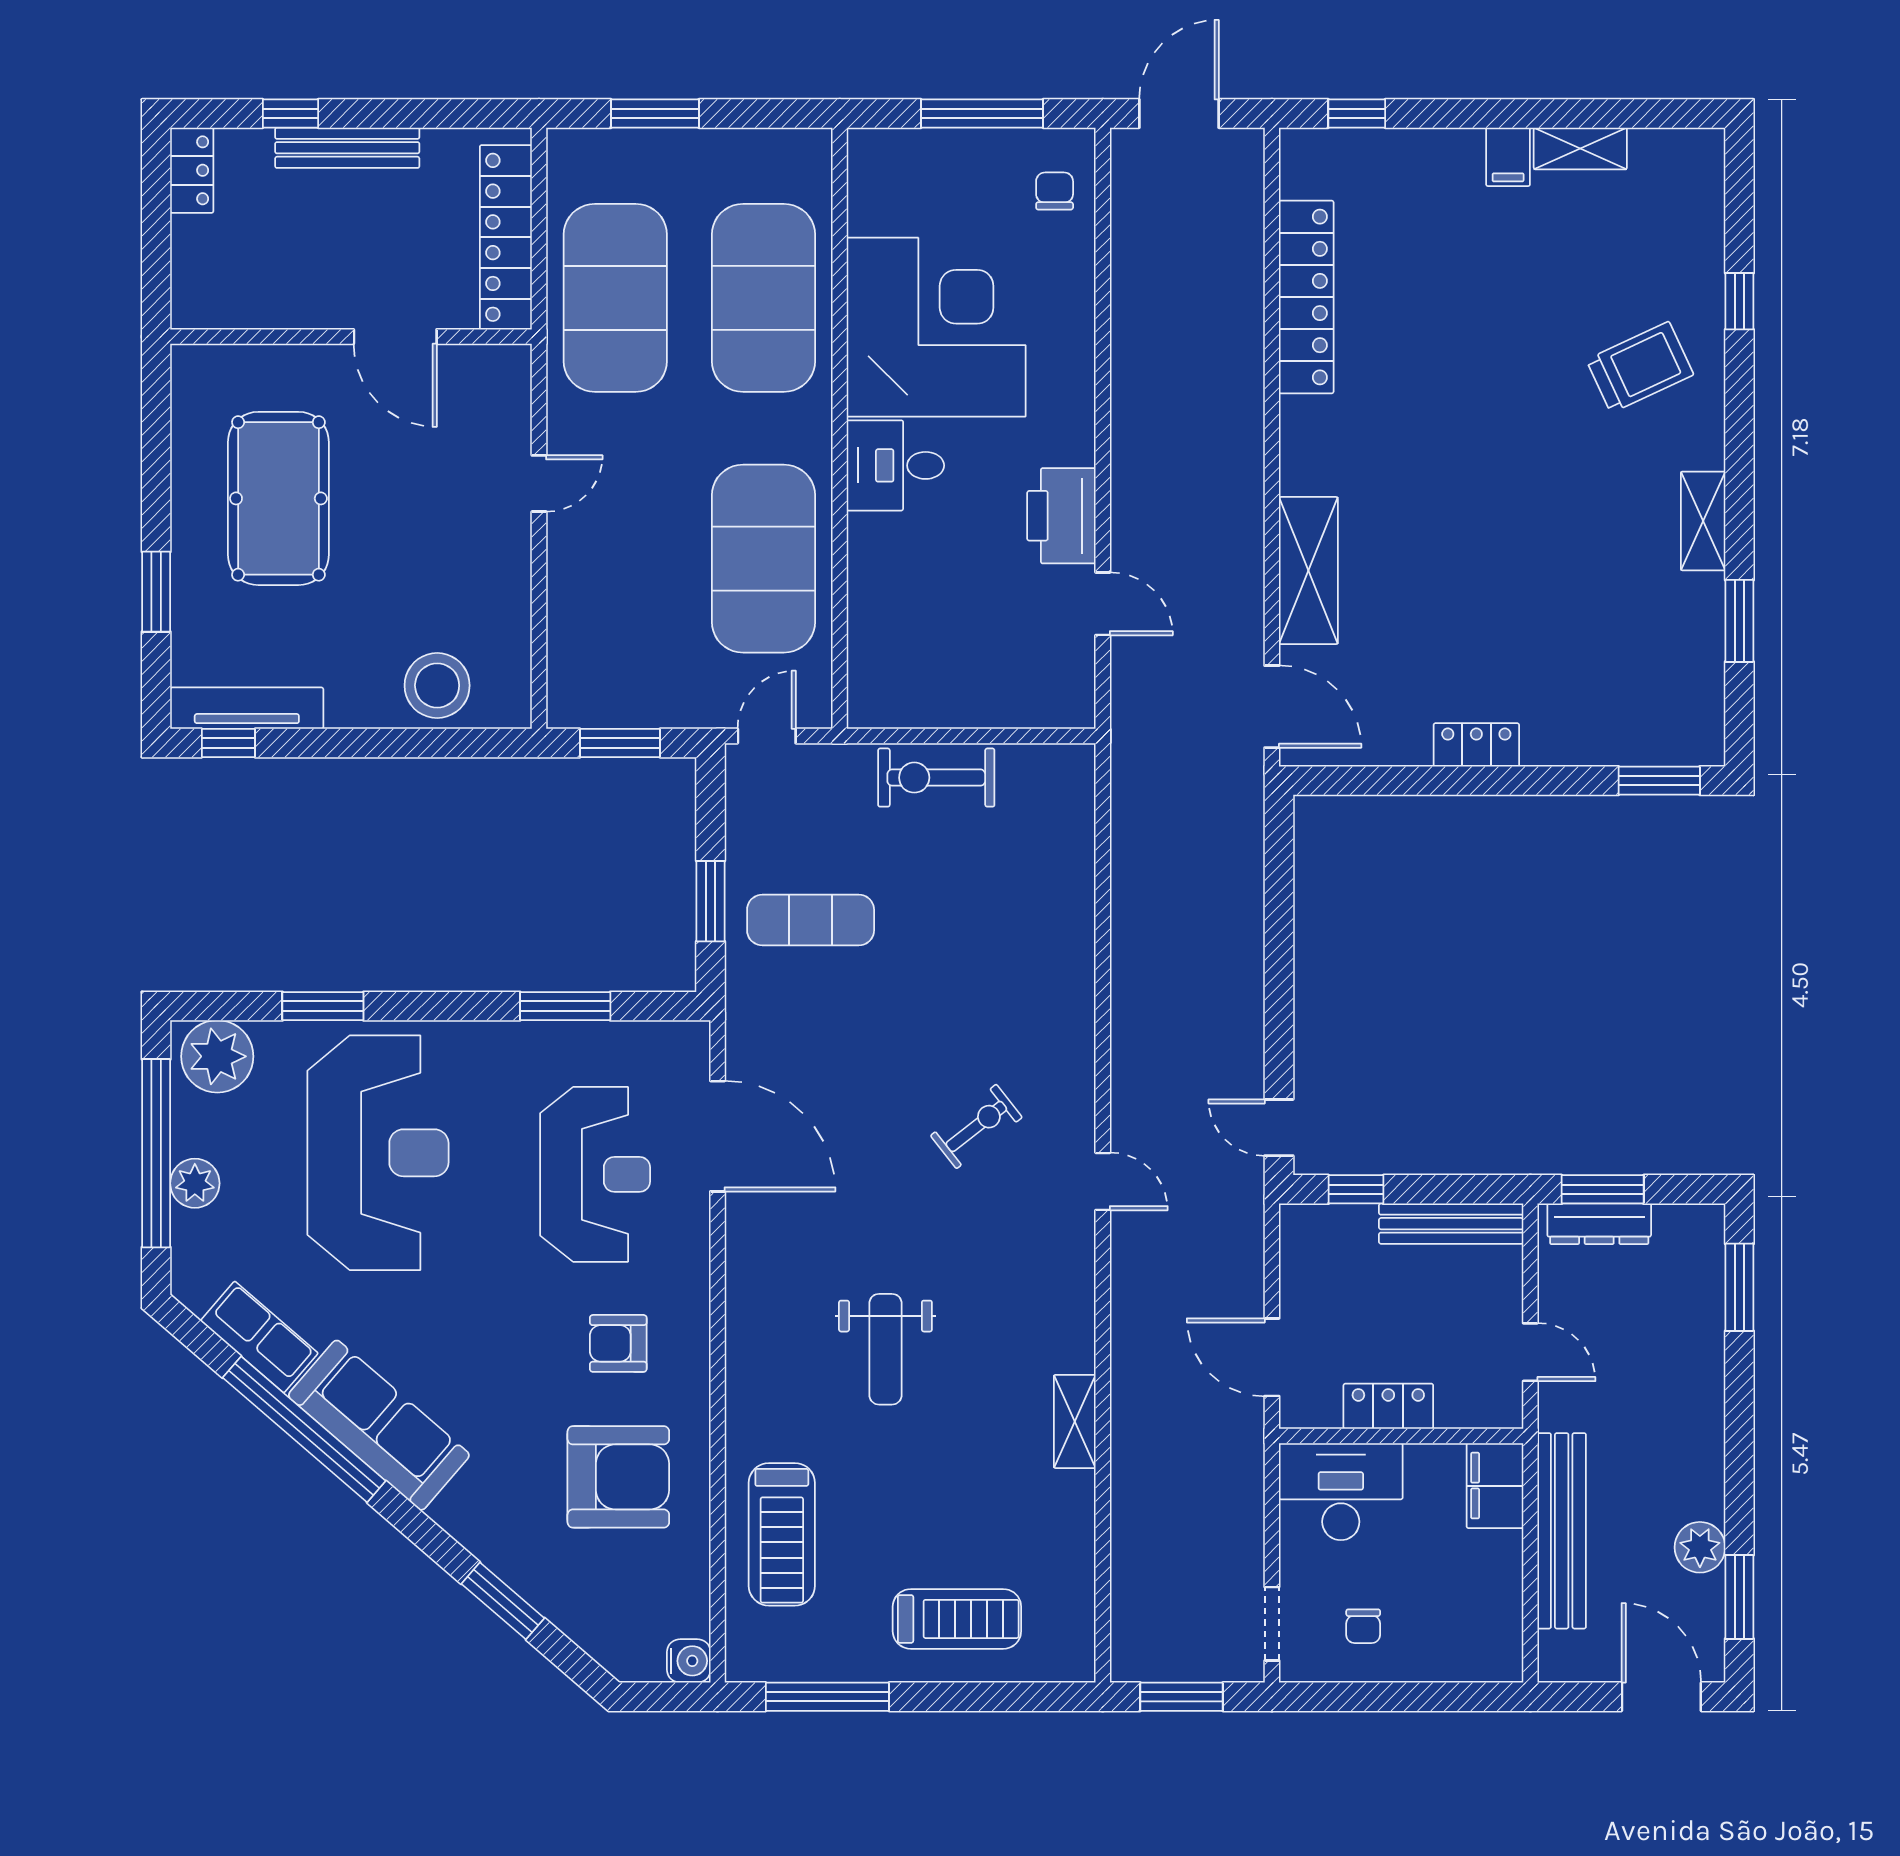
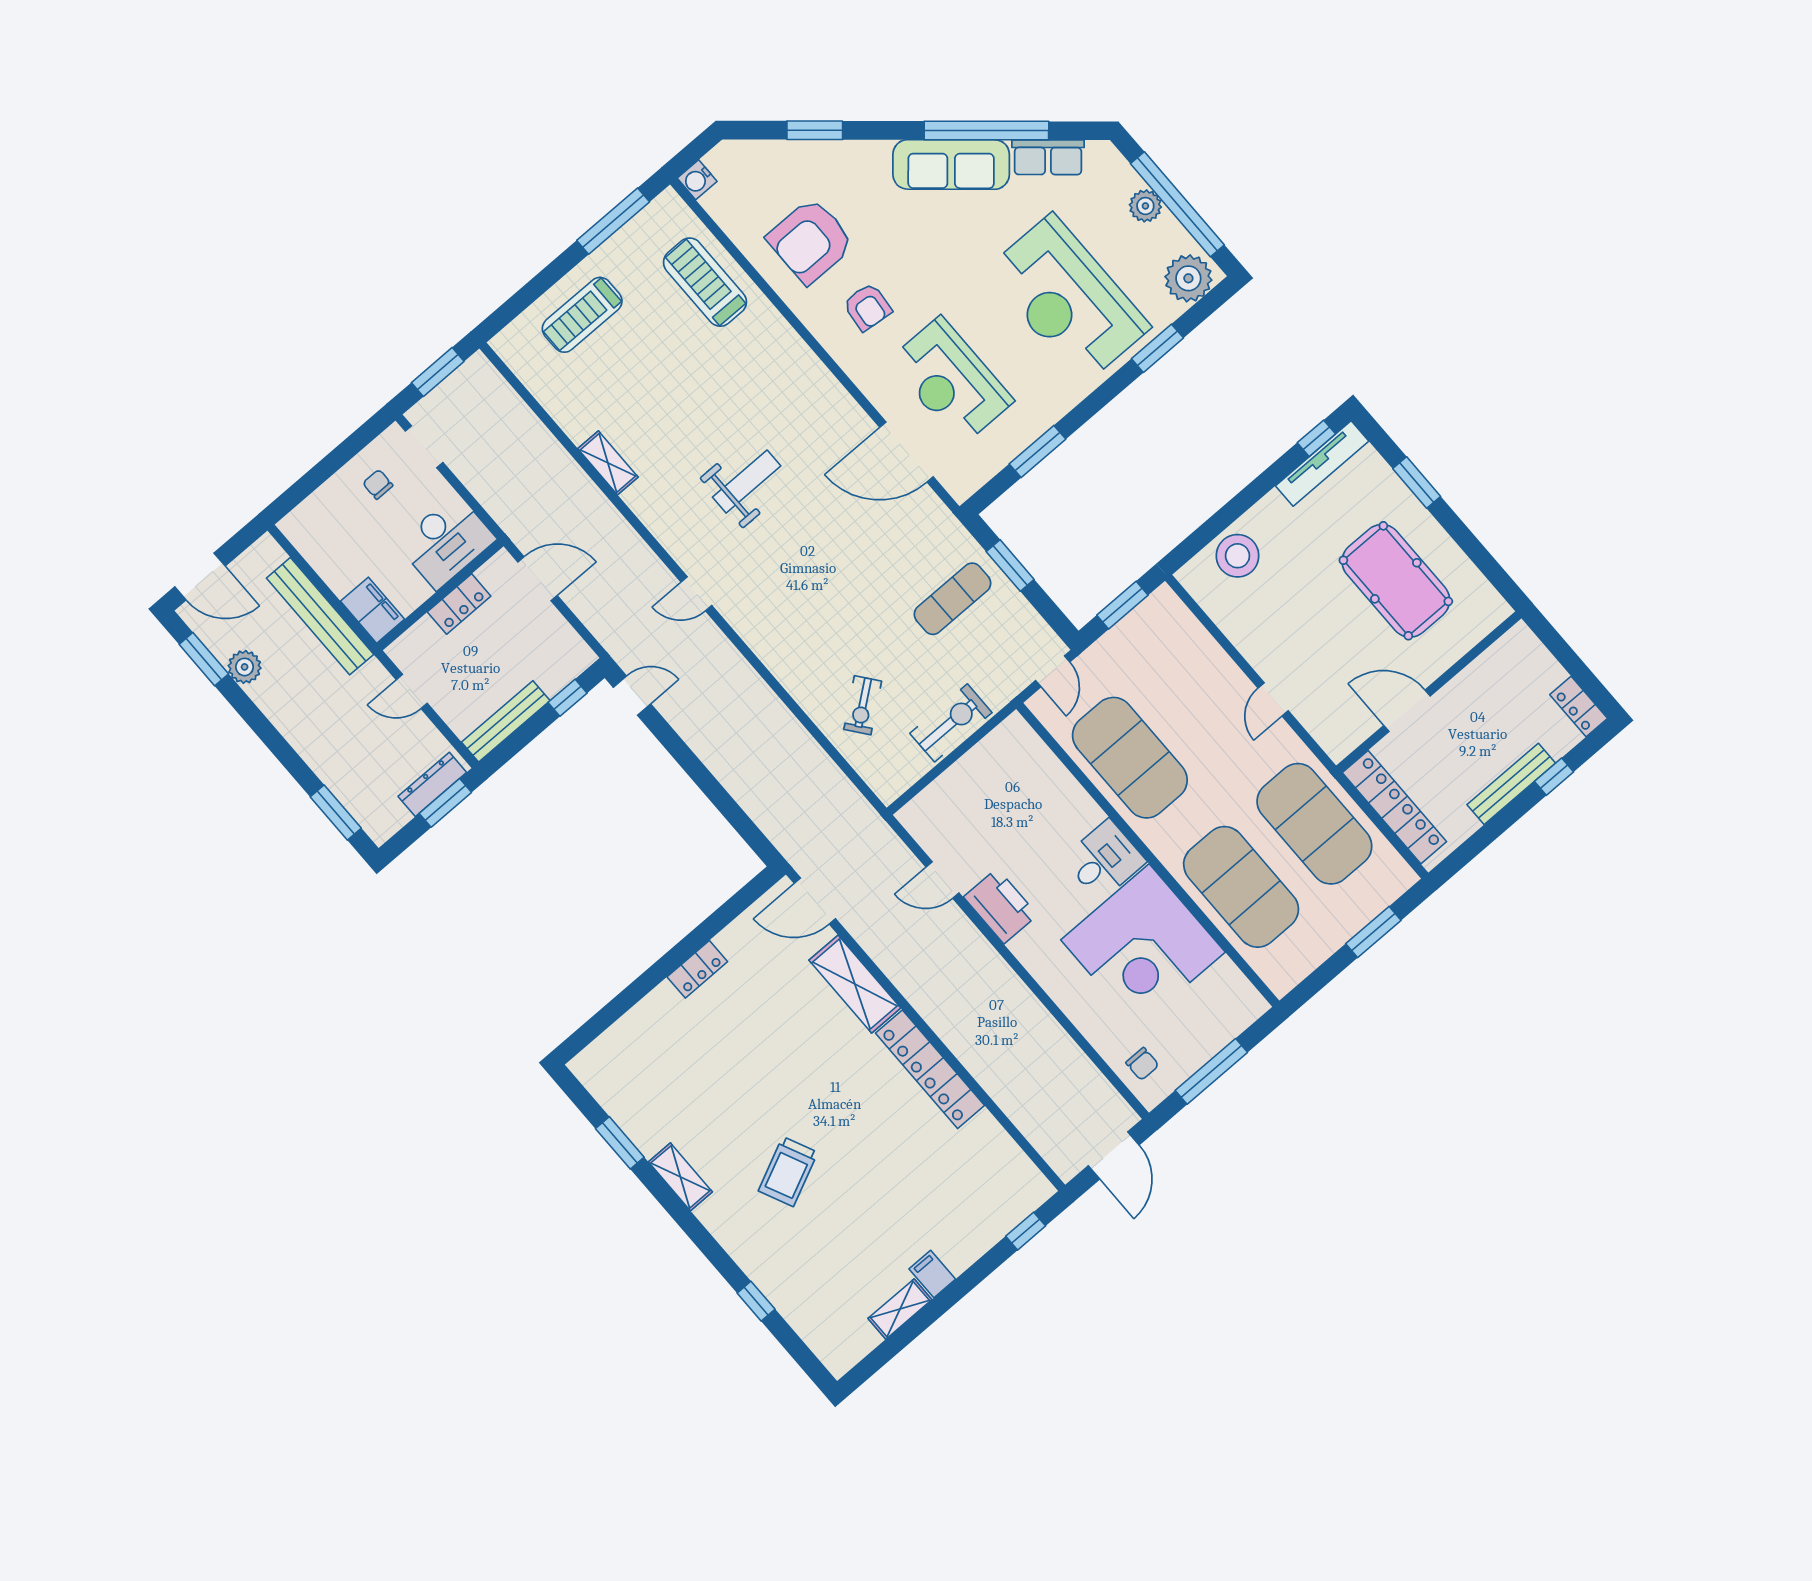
locker: (1306, 297) -> (930, 1069), moved
trolley: (1640, 367) -> (788, 1172), moved
window: (1659, 781) -> (591, 1029), removed
exercise bike: (976, 1126) -> (863, 705), moved
armchair: (618, 1343) -> (867, 307), turned 96
weight bench: (885, 1349) -> (747, 482), moved, turned 90

